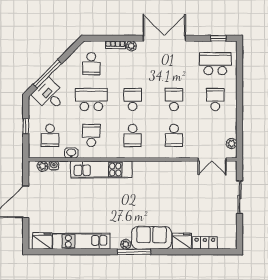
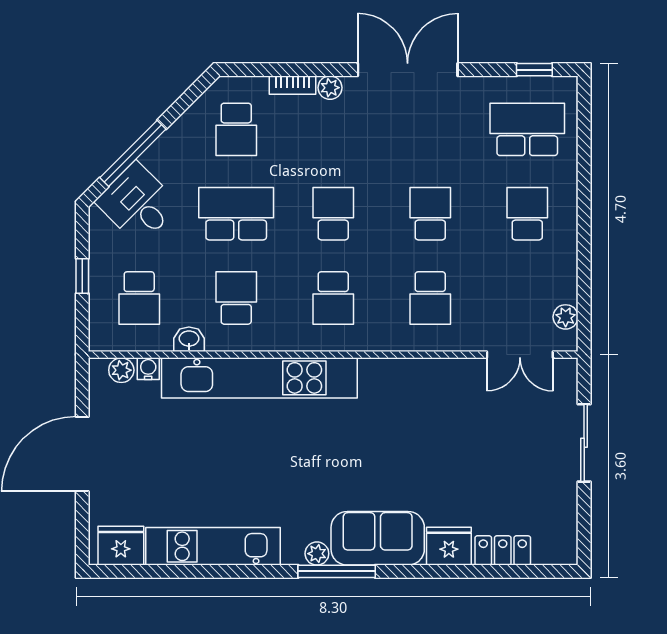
kitchen unit: (101, 169) -> (259, 378), width x1.36

